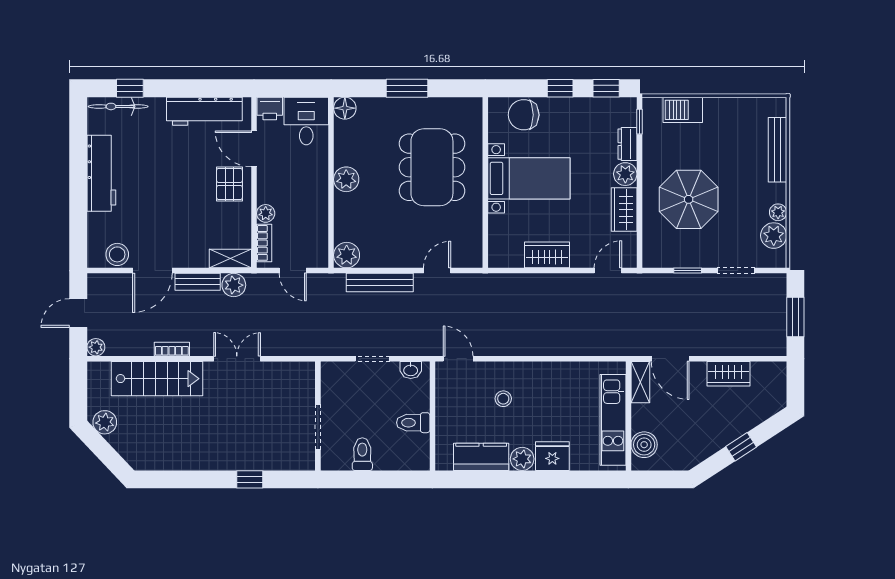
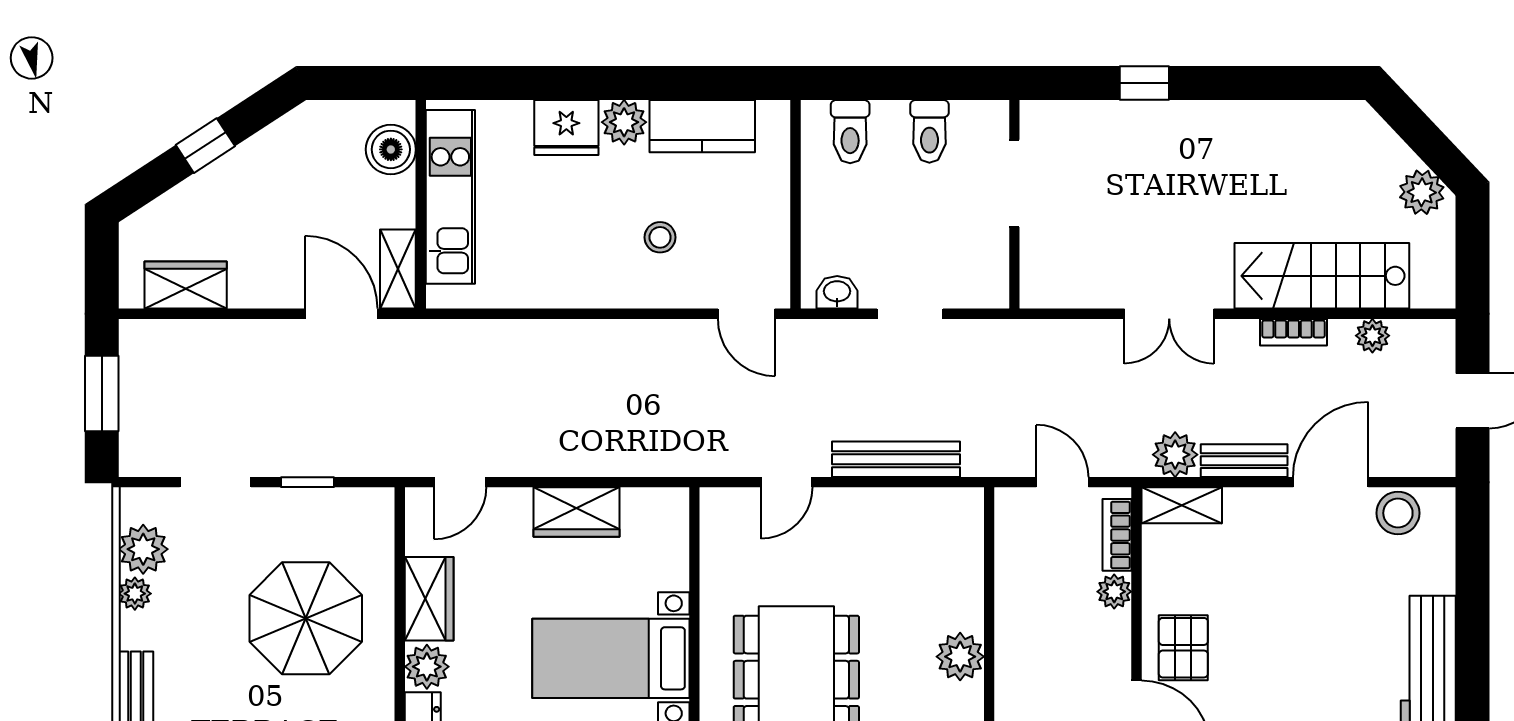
plant: (347, 255) -> (959, 512), removed
plant: (96, 347) -> (1372, 336), moved
wardrobe: (728, 374) -> (186, 285), moved
toilet: (413, 423) -> (850, 132), moved, turned 90

